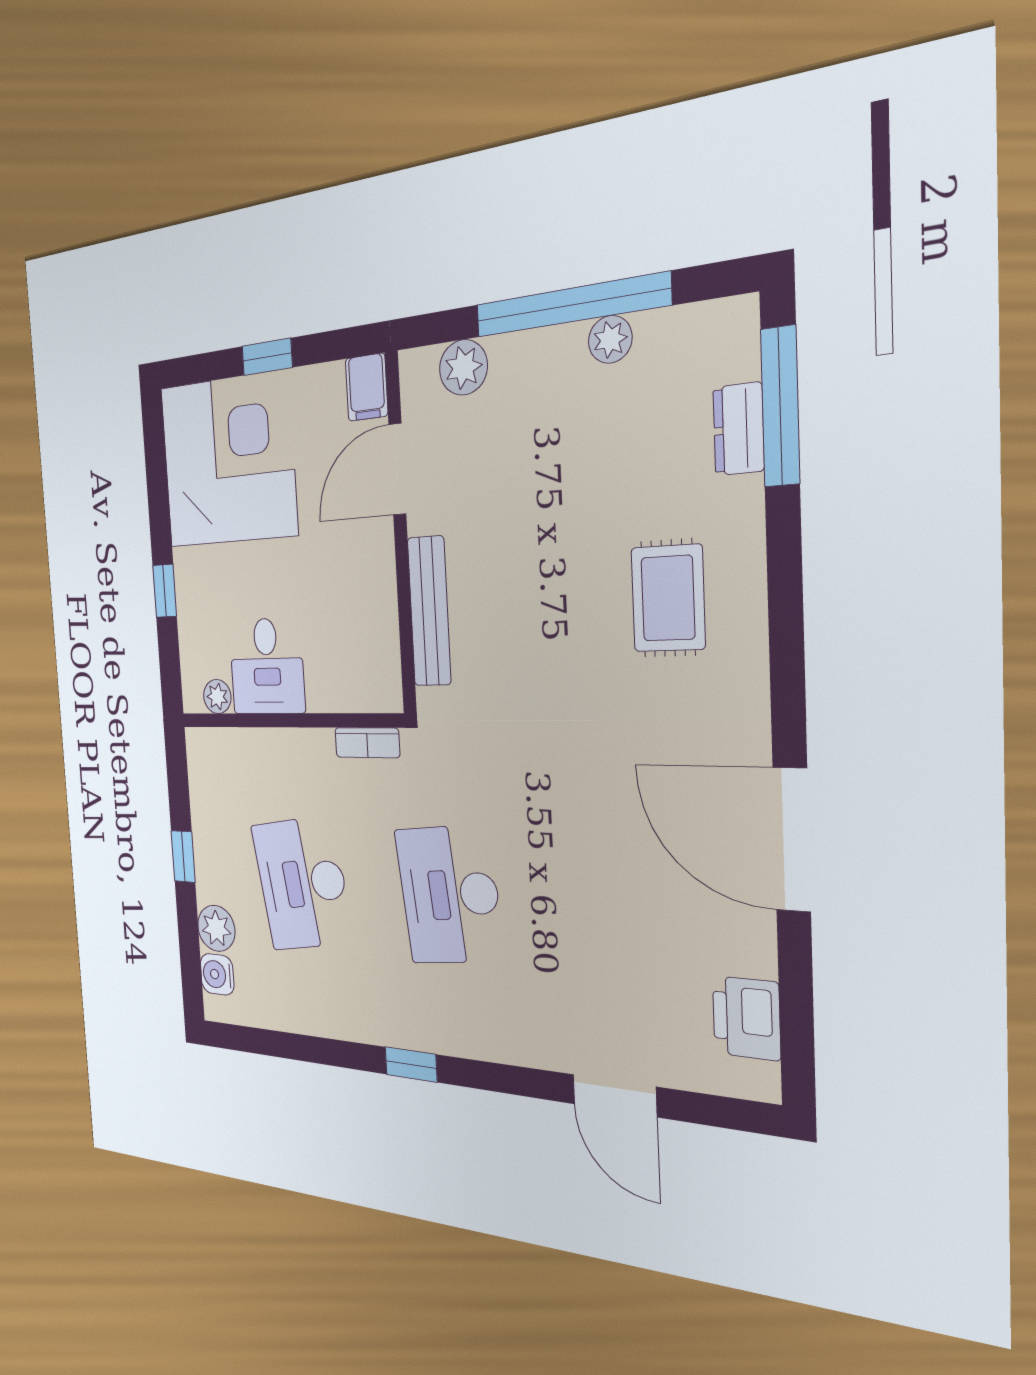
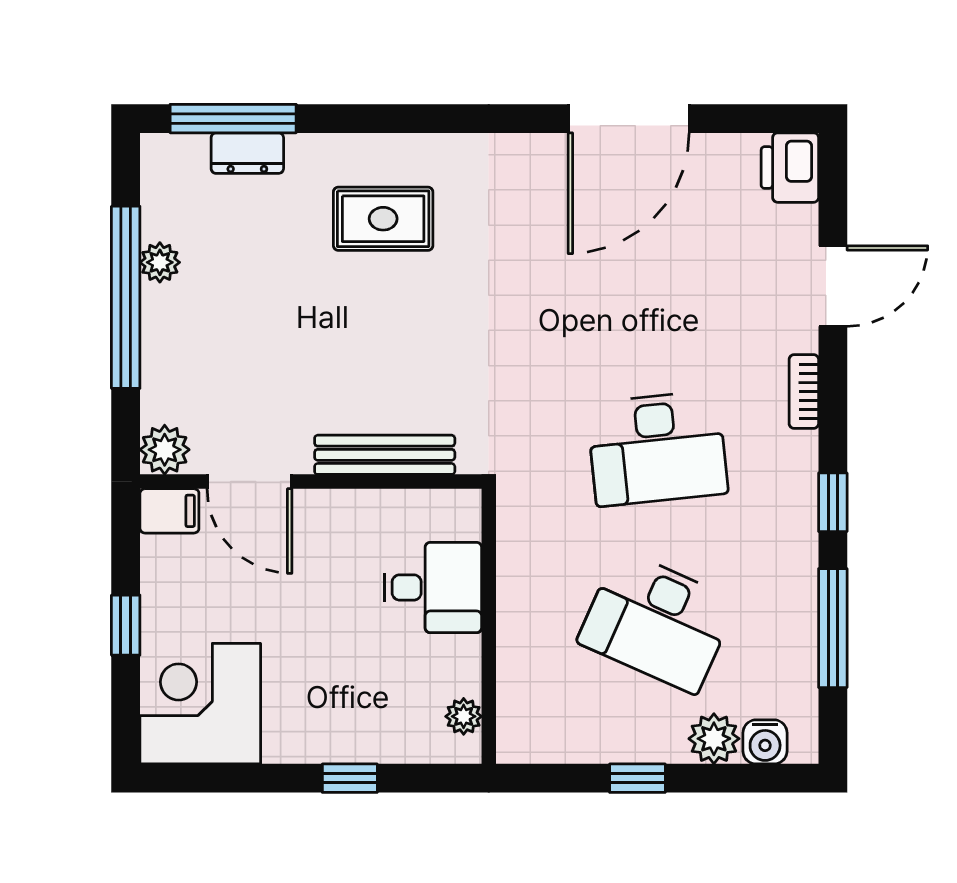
plant: (463, 367) -> (165, 450), moved
corner desk: (228, 461) -> (200, 704), width x0.74, depth x0.74
desk: (267, 666) -> (433, 587), moved
bookcase: (367, 743) -> (804, 392), moved, turned 180
door: (792, 840) -> (629, 119), moved
desk: (302, 883) -> (657, 622), turned 33
printer: (746, 1018) -> (790, 168), moved, turned 90
window: (307, 1049) -> (833, 628), added

